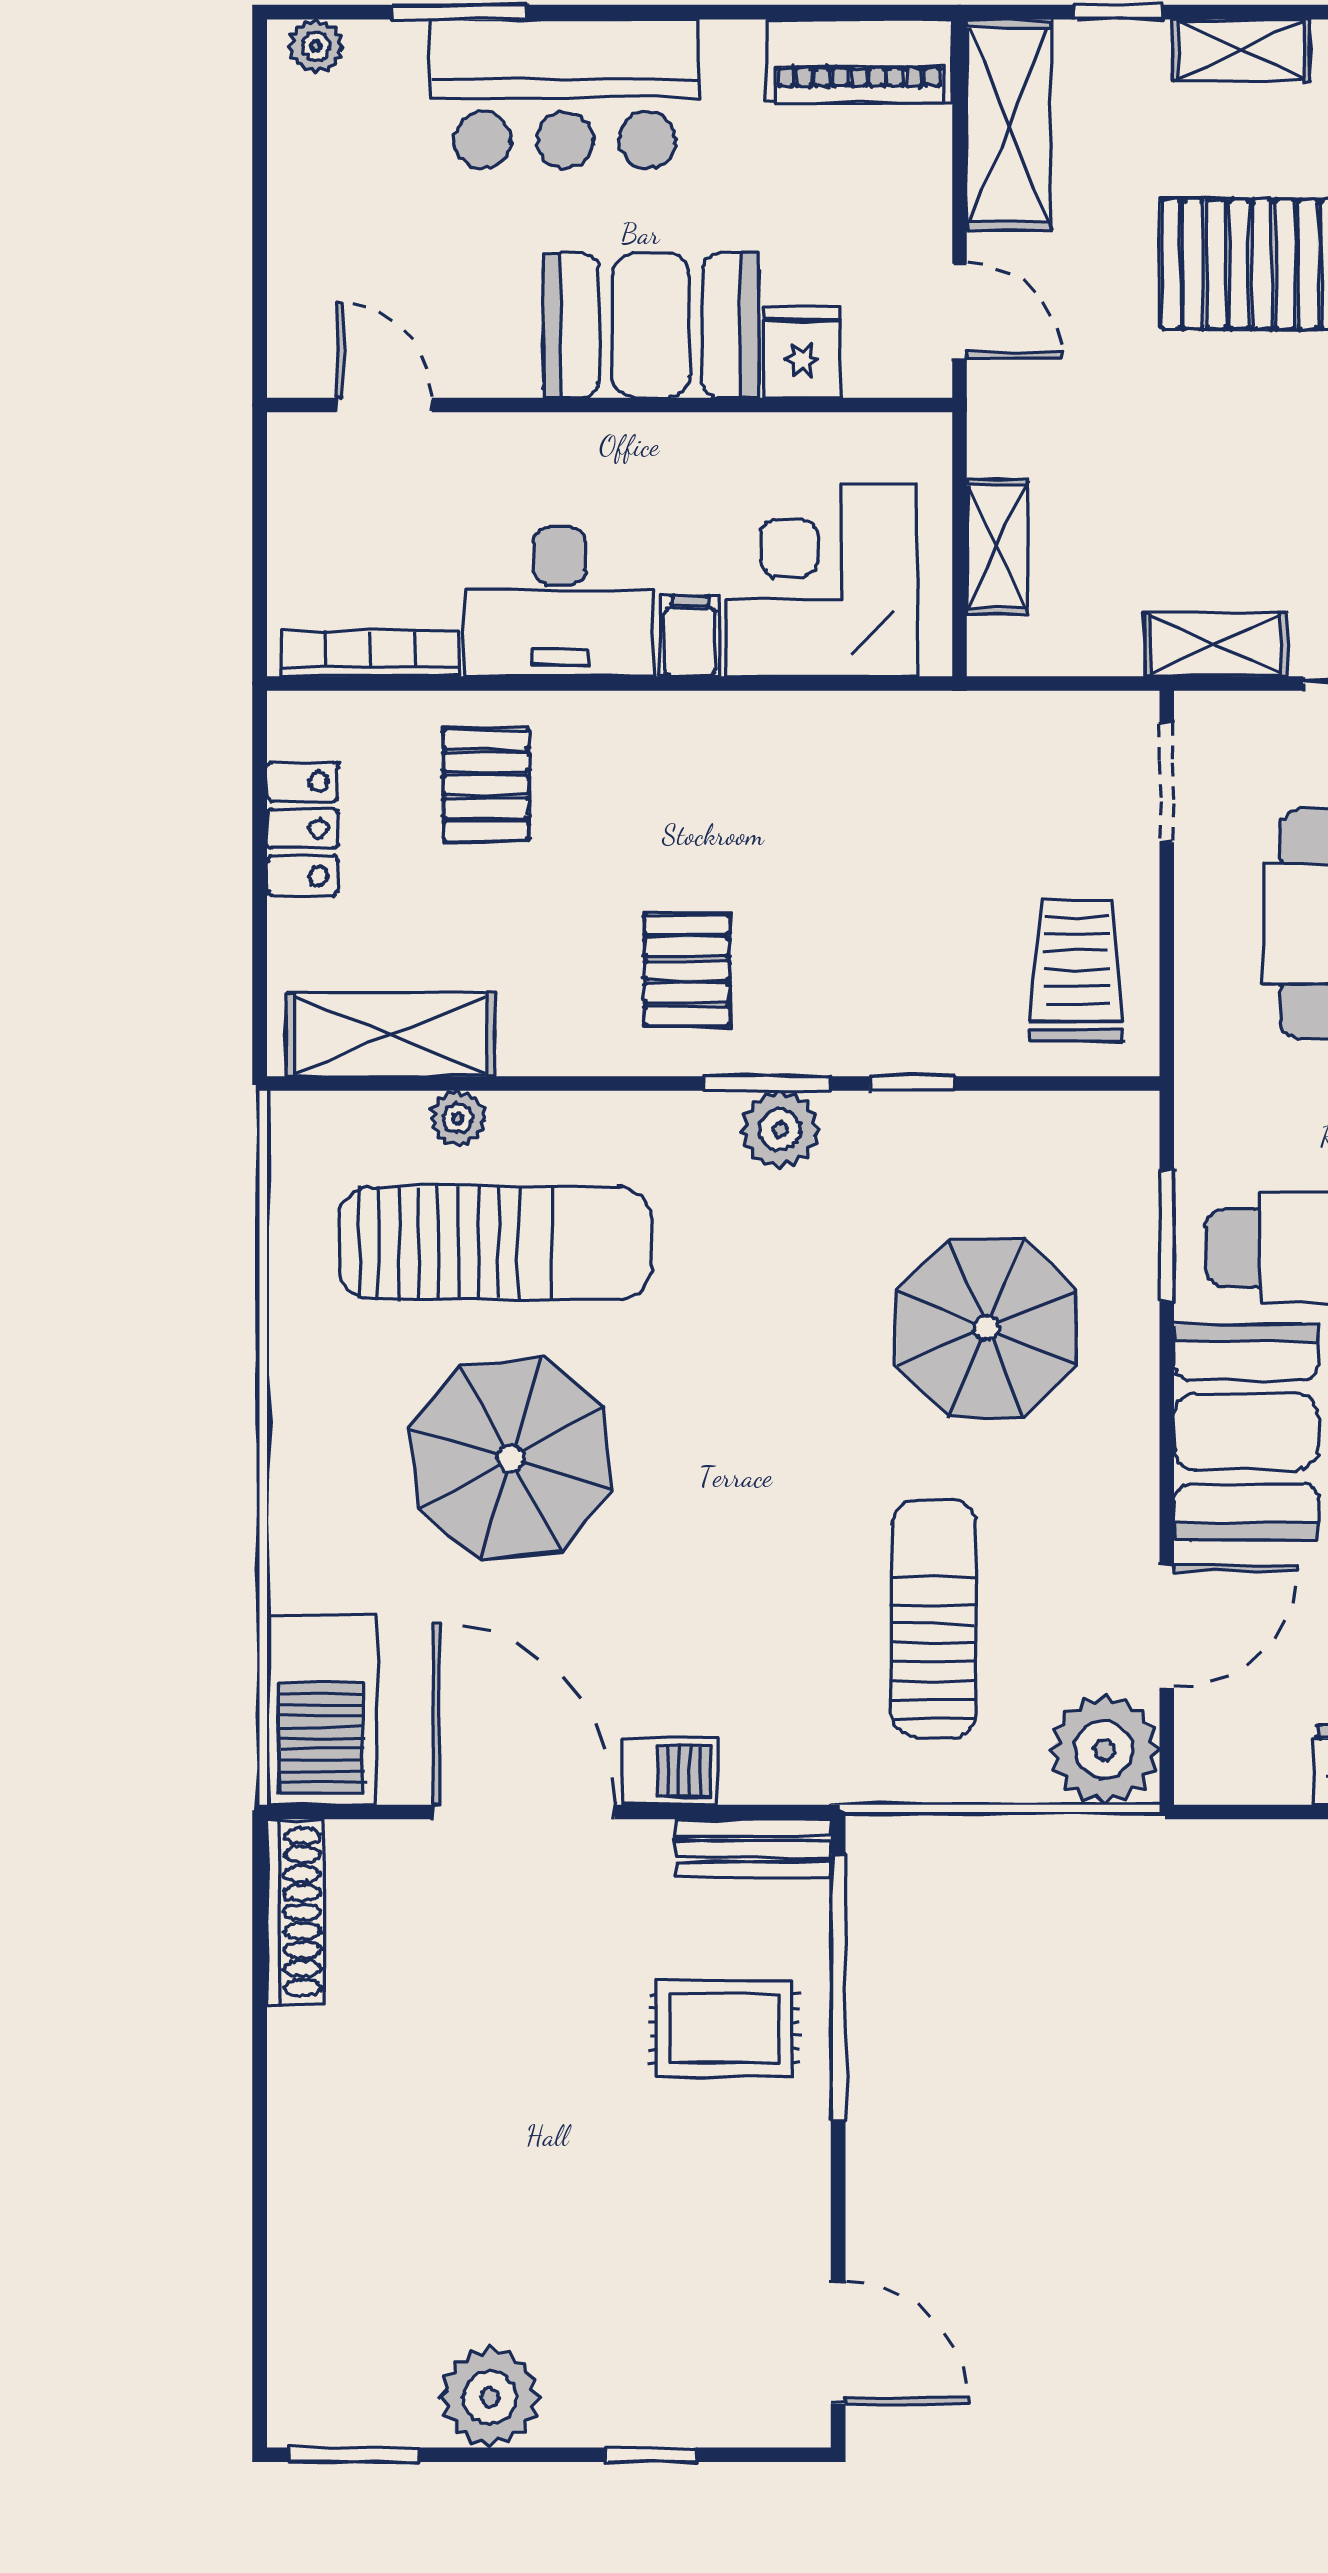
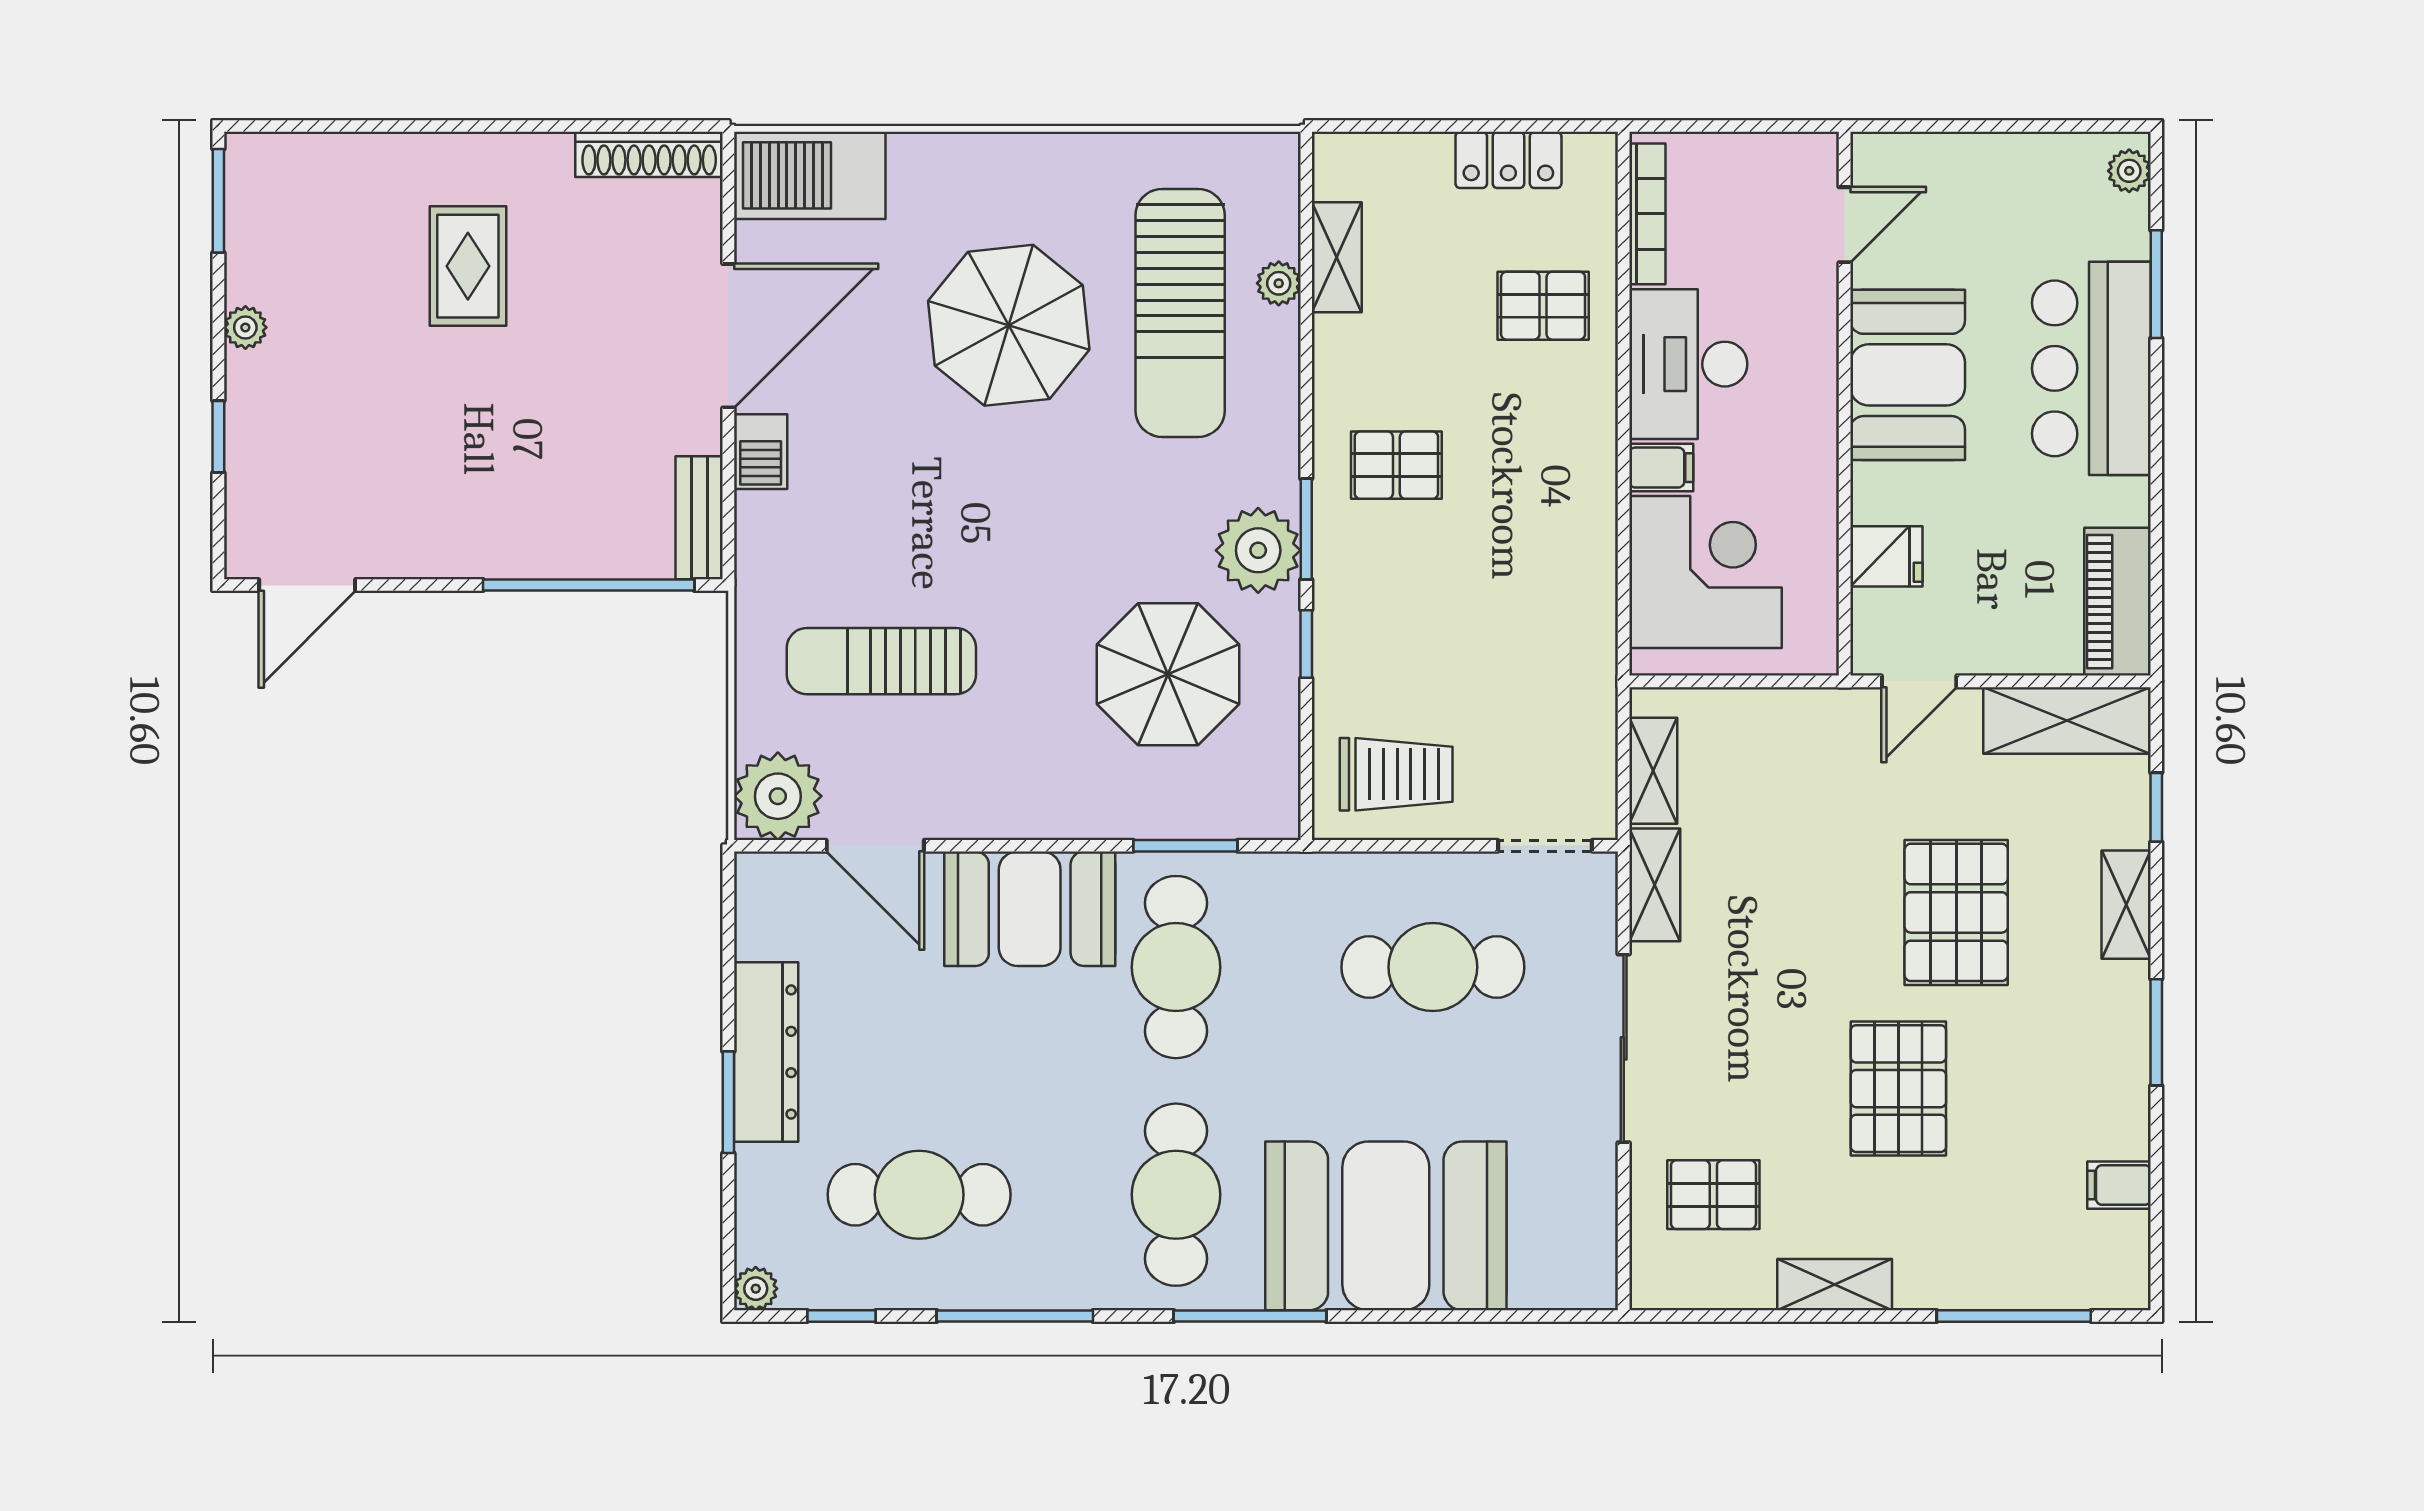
booth: (651, 326) -> (1908, 375), moved
shelving: (997, 547) -> (1653, 771), moved, turned 90
shelving: (390, 1035) -> (1337, 257), width x0.67, depth x0.75
plant: (780, 1130) -> (1258, 550), width x1.36, depth x1.36
parasol: (986, 1328) -> (1168, 674), moved
sun lounger: (934, 1619) -> (881, 661), turned 180
rug: (725, 2029) -> (468, 266), moved
plant: (490, 2397) -> (245, 327), width x0.53, depth x0.53

